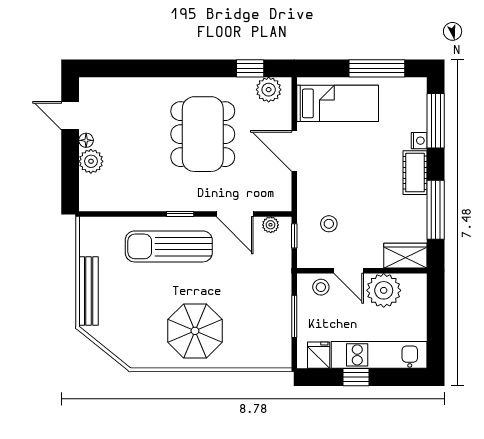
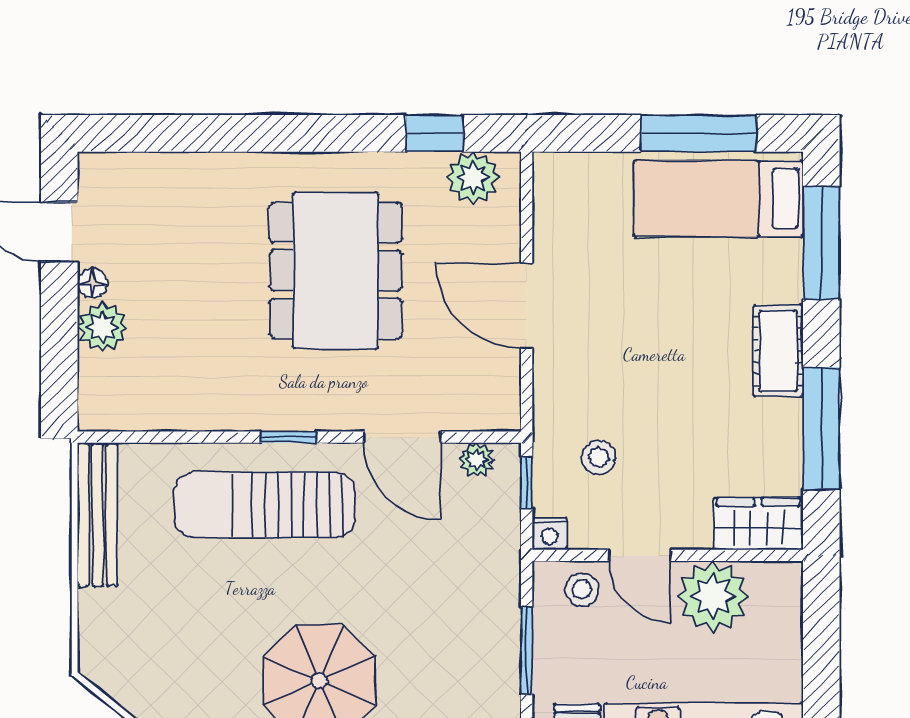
bed: (338, 103) -> (718, 199), moved, turned 180
nightstand: (419, 141) -> (549, 534), moved, turned 90
bench: (89, 291) -> (98, 514), moved

